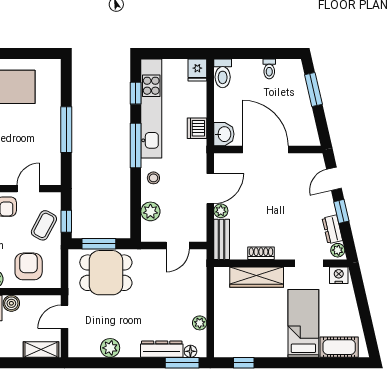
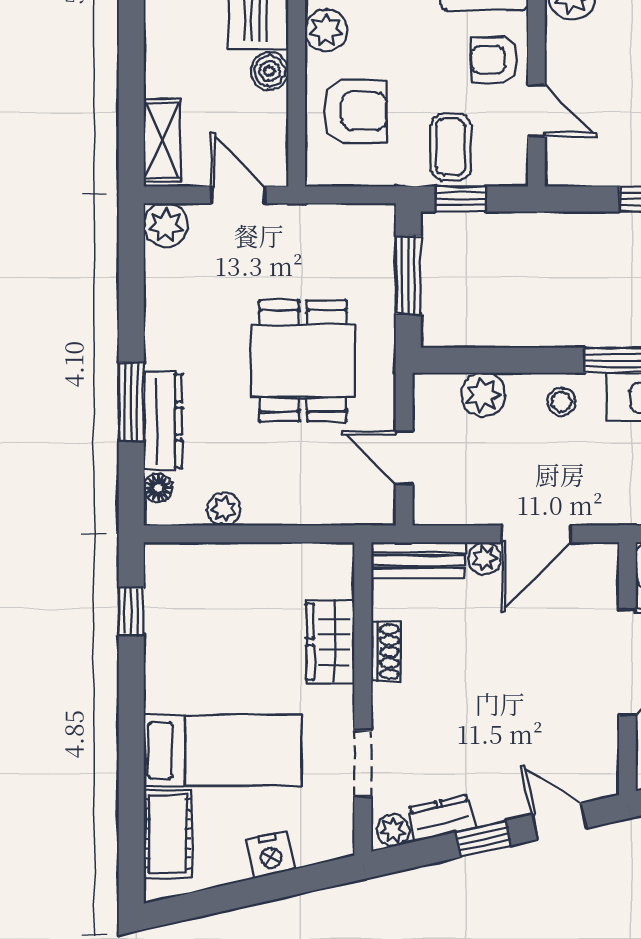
door: (210, 189) -> (536, 534), hinge flipped
coffee table: (44, 225) -> (451, 147), turned 62
dining table: (106, 273) -> (303, 361), moved
nightstand: (339, 275) -> (270, 855), moved, turned 77
wardrobe: (257, 277) -> (330, 642), width x0.67
plant: (110, 348) -> (166, 225), moved
window: (182, 363) -> (131, 402), moved

